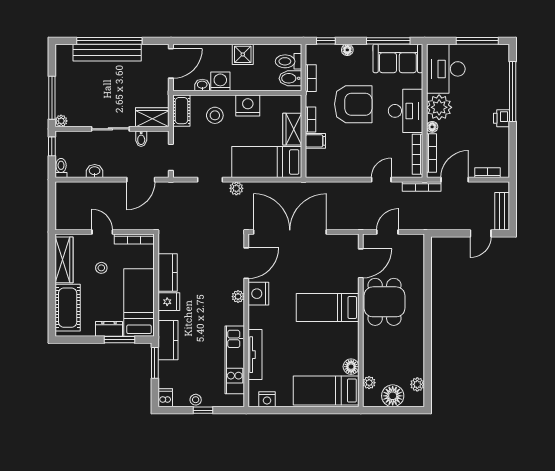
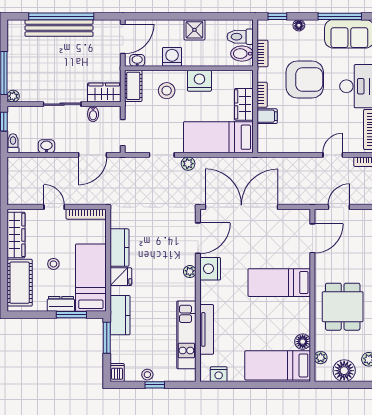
washbasin: (202, 85) -> (137, 60), moved
stool: (101, 268) -> (53, 264), moved
dining table: (384, 302) -> (343, 307), moved

